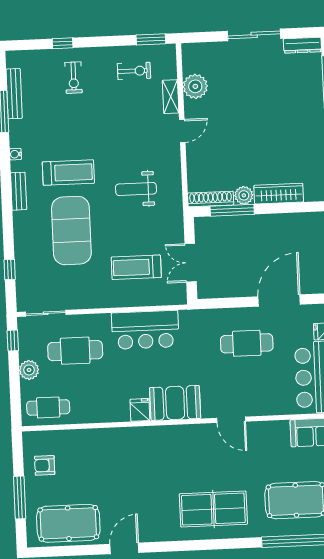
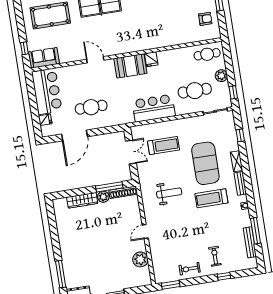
exercise bike: (134, 71) -> (190, 269), moved
shelving: (171, 97) -> (237, 161), moved

